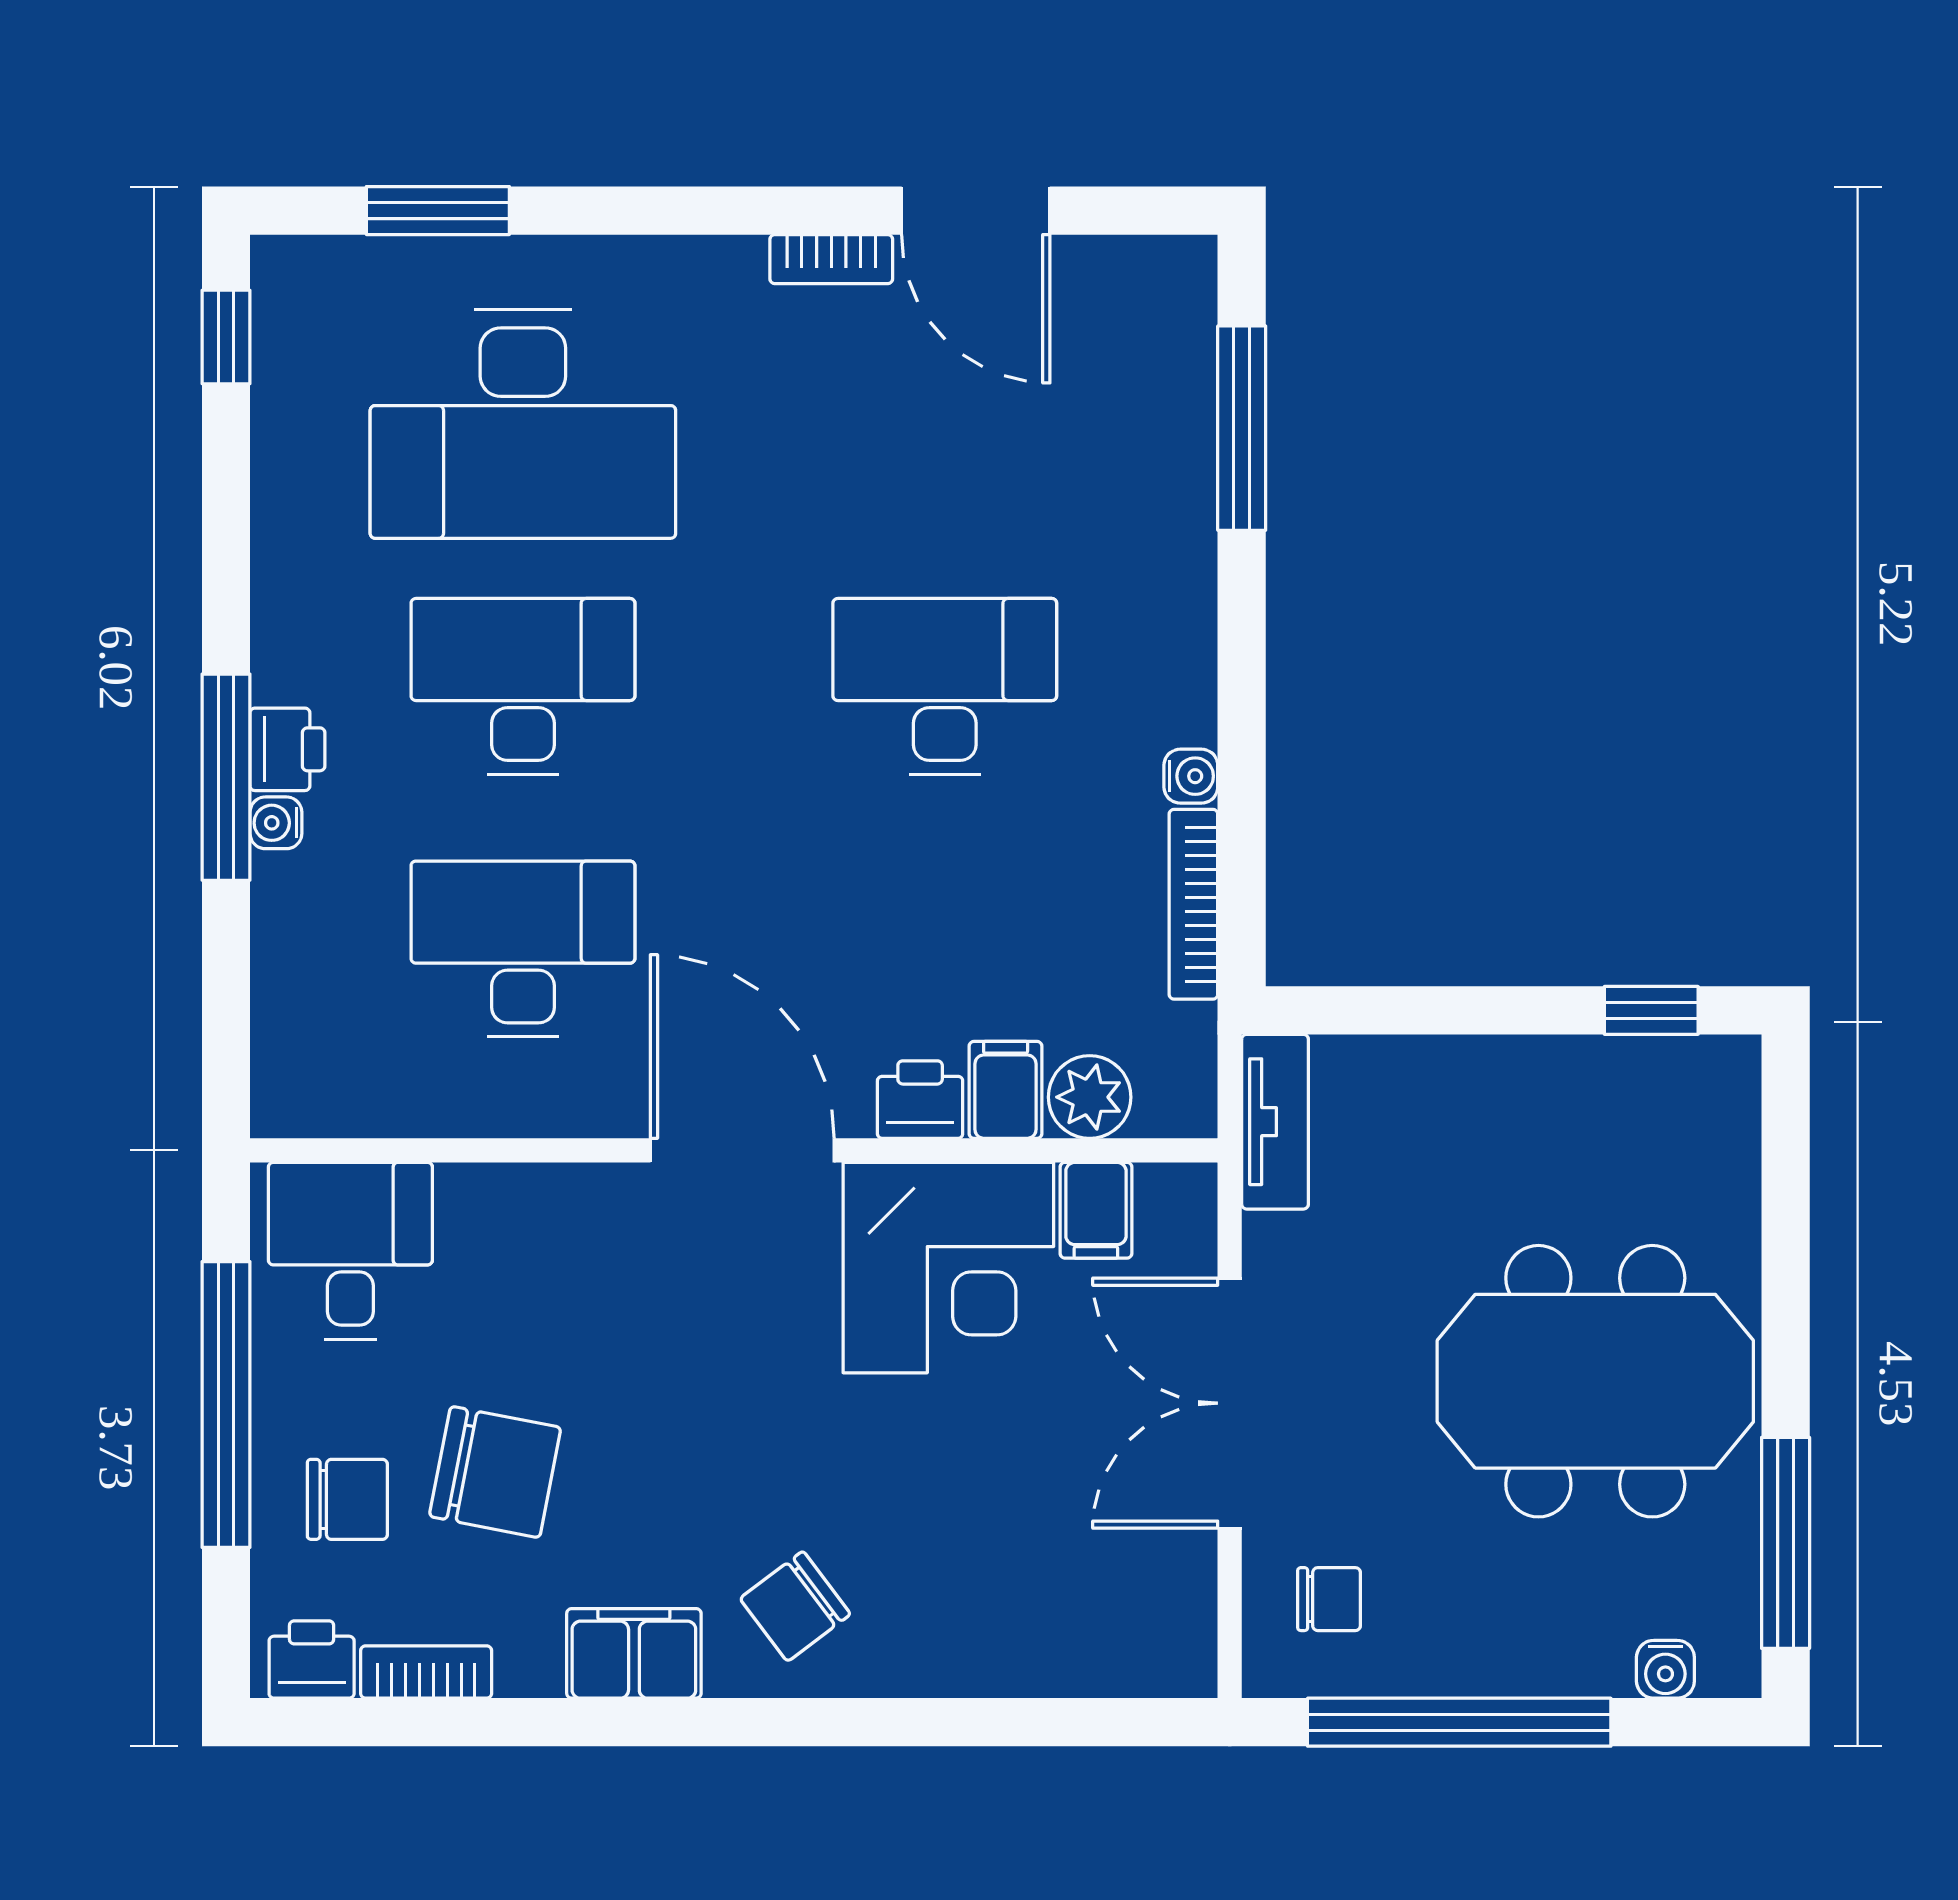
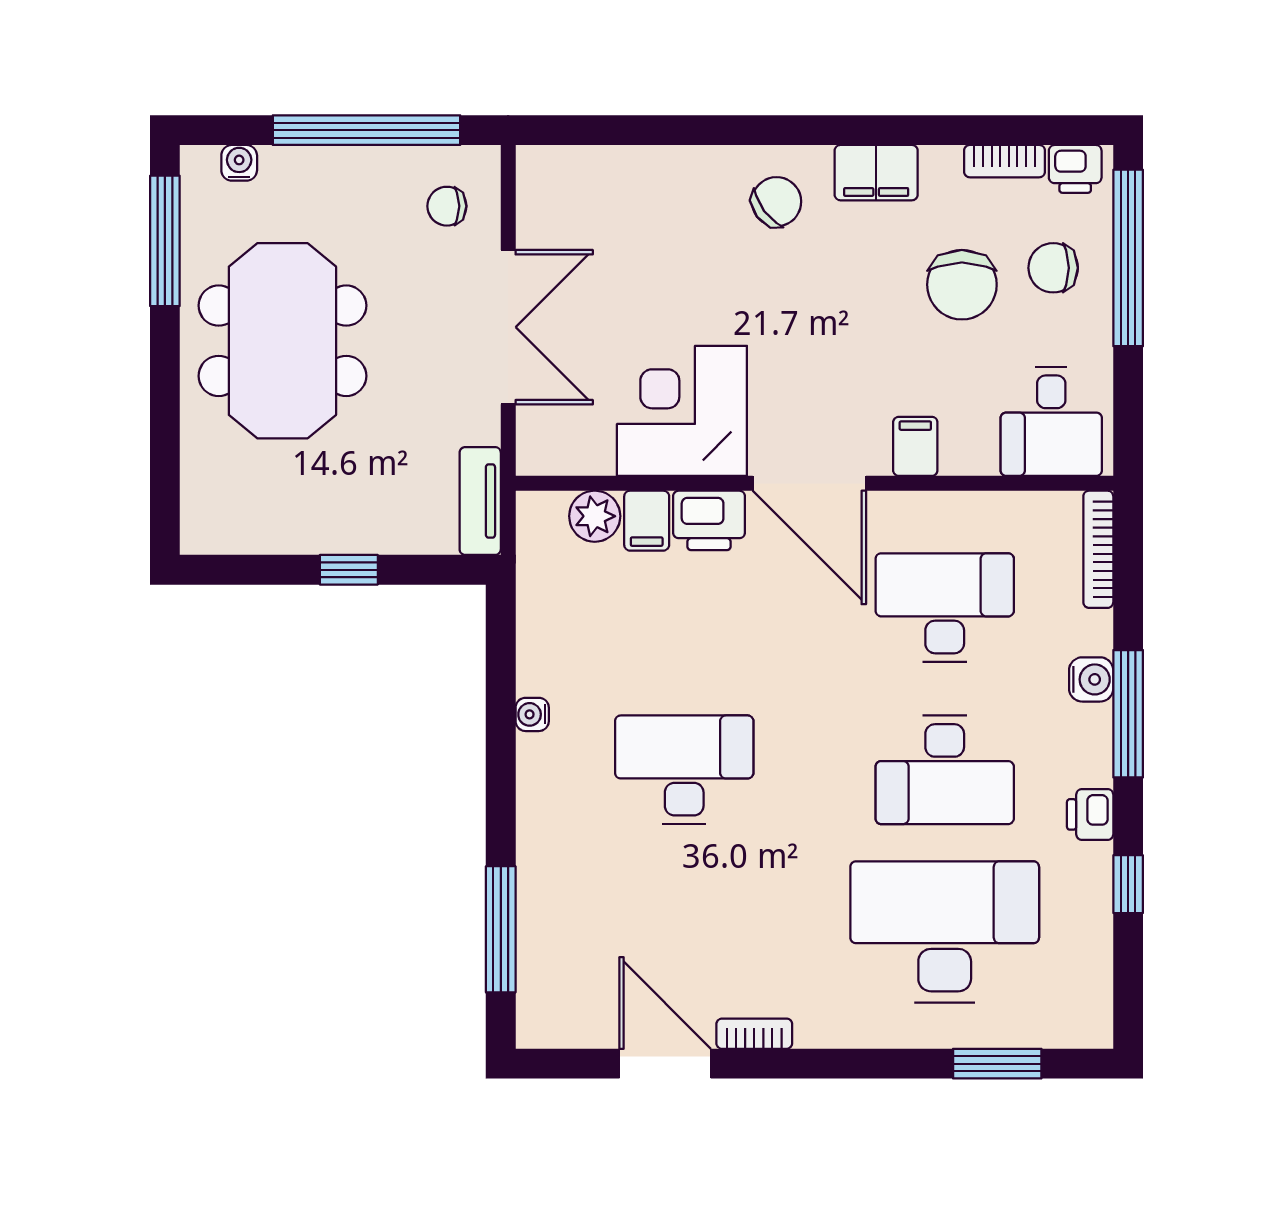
window: (226, 337) -> (1128, 884), moved
desk: (945, 686) -> (684, 770), turned 180
printer: (287, 749) -> (1090, 814), moved
water cooler: (276, 823) -> (1091, 679), width x1.38, depth x1.38
bookcase: (1193, 904) -> (1098, 549), moved, turned 180
desk: (523, 949) -> (945, 608), turned 180
window: (1651, 1010) -> (349, 570), moved
printer: (920, 1100) -> (709, 520), width x1.36, depth x1.24
filing cabinet: (1096, 1210) -> (915, 446), moved
meeting table: (1595, 1381) -> (282, 341), turned 90
window: (226, 1404) -> (1128, 258), moved
chair: (495, 1472) -> (962, 285), turned -101

